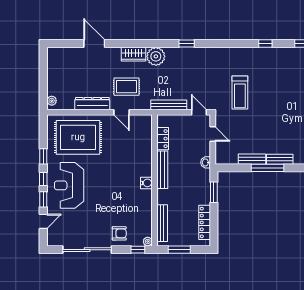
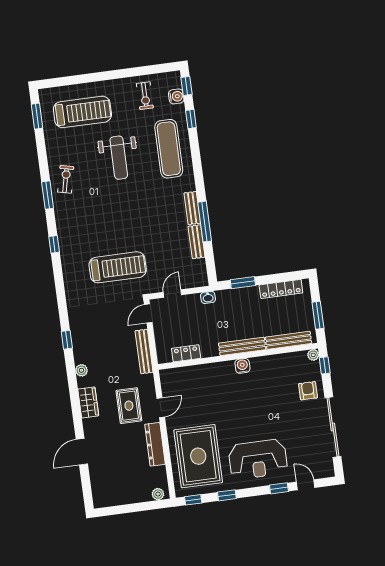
plant: (156, 56) -> (81, 370), width x0.53, depth x0.53
treadmill: (240, 92) -> (118, 267), width x1.37, depth x1.38
bench: (162, 170) -> (242, 346), moved
window: (43, 179) -> (193, 500), moved

